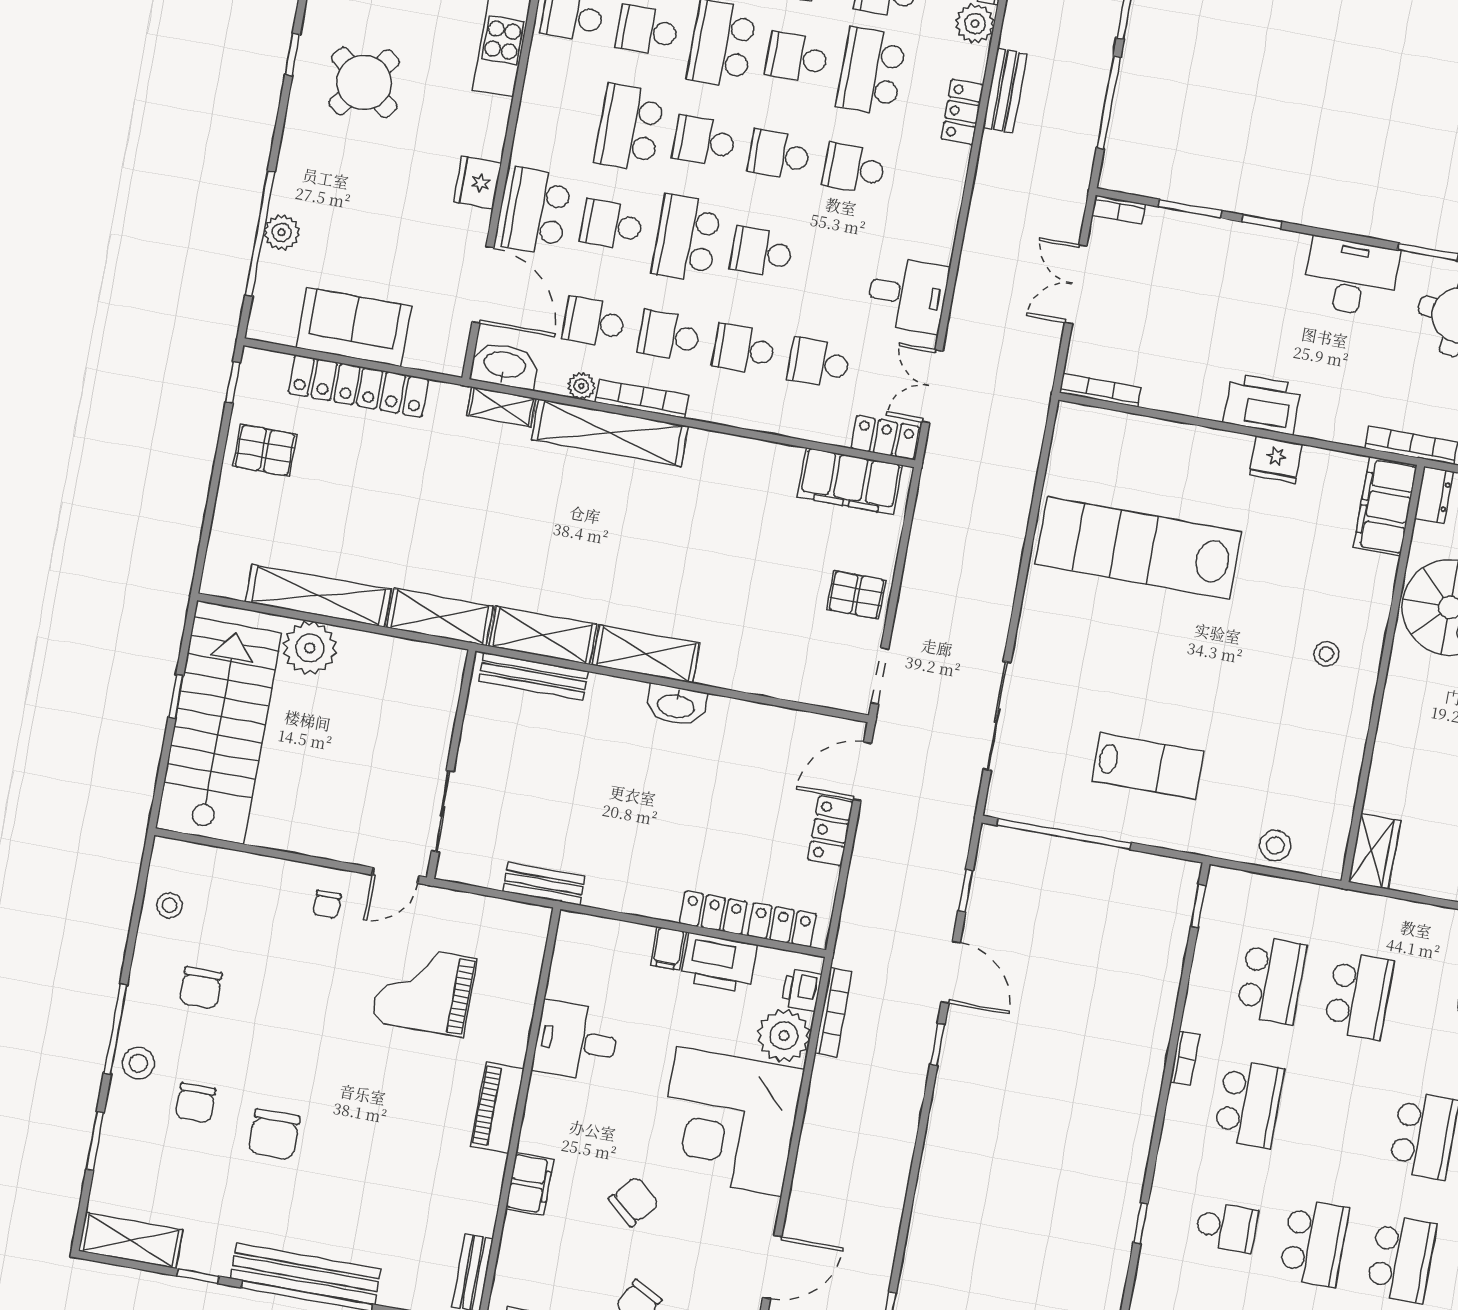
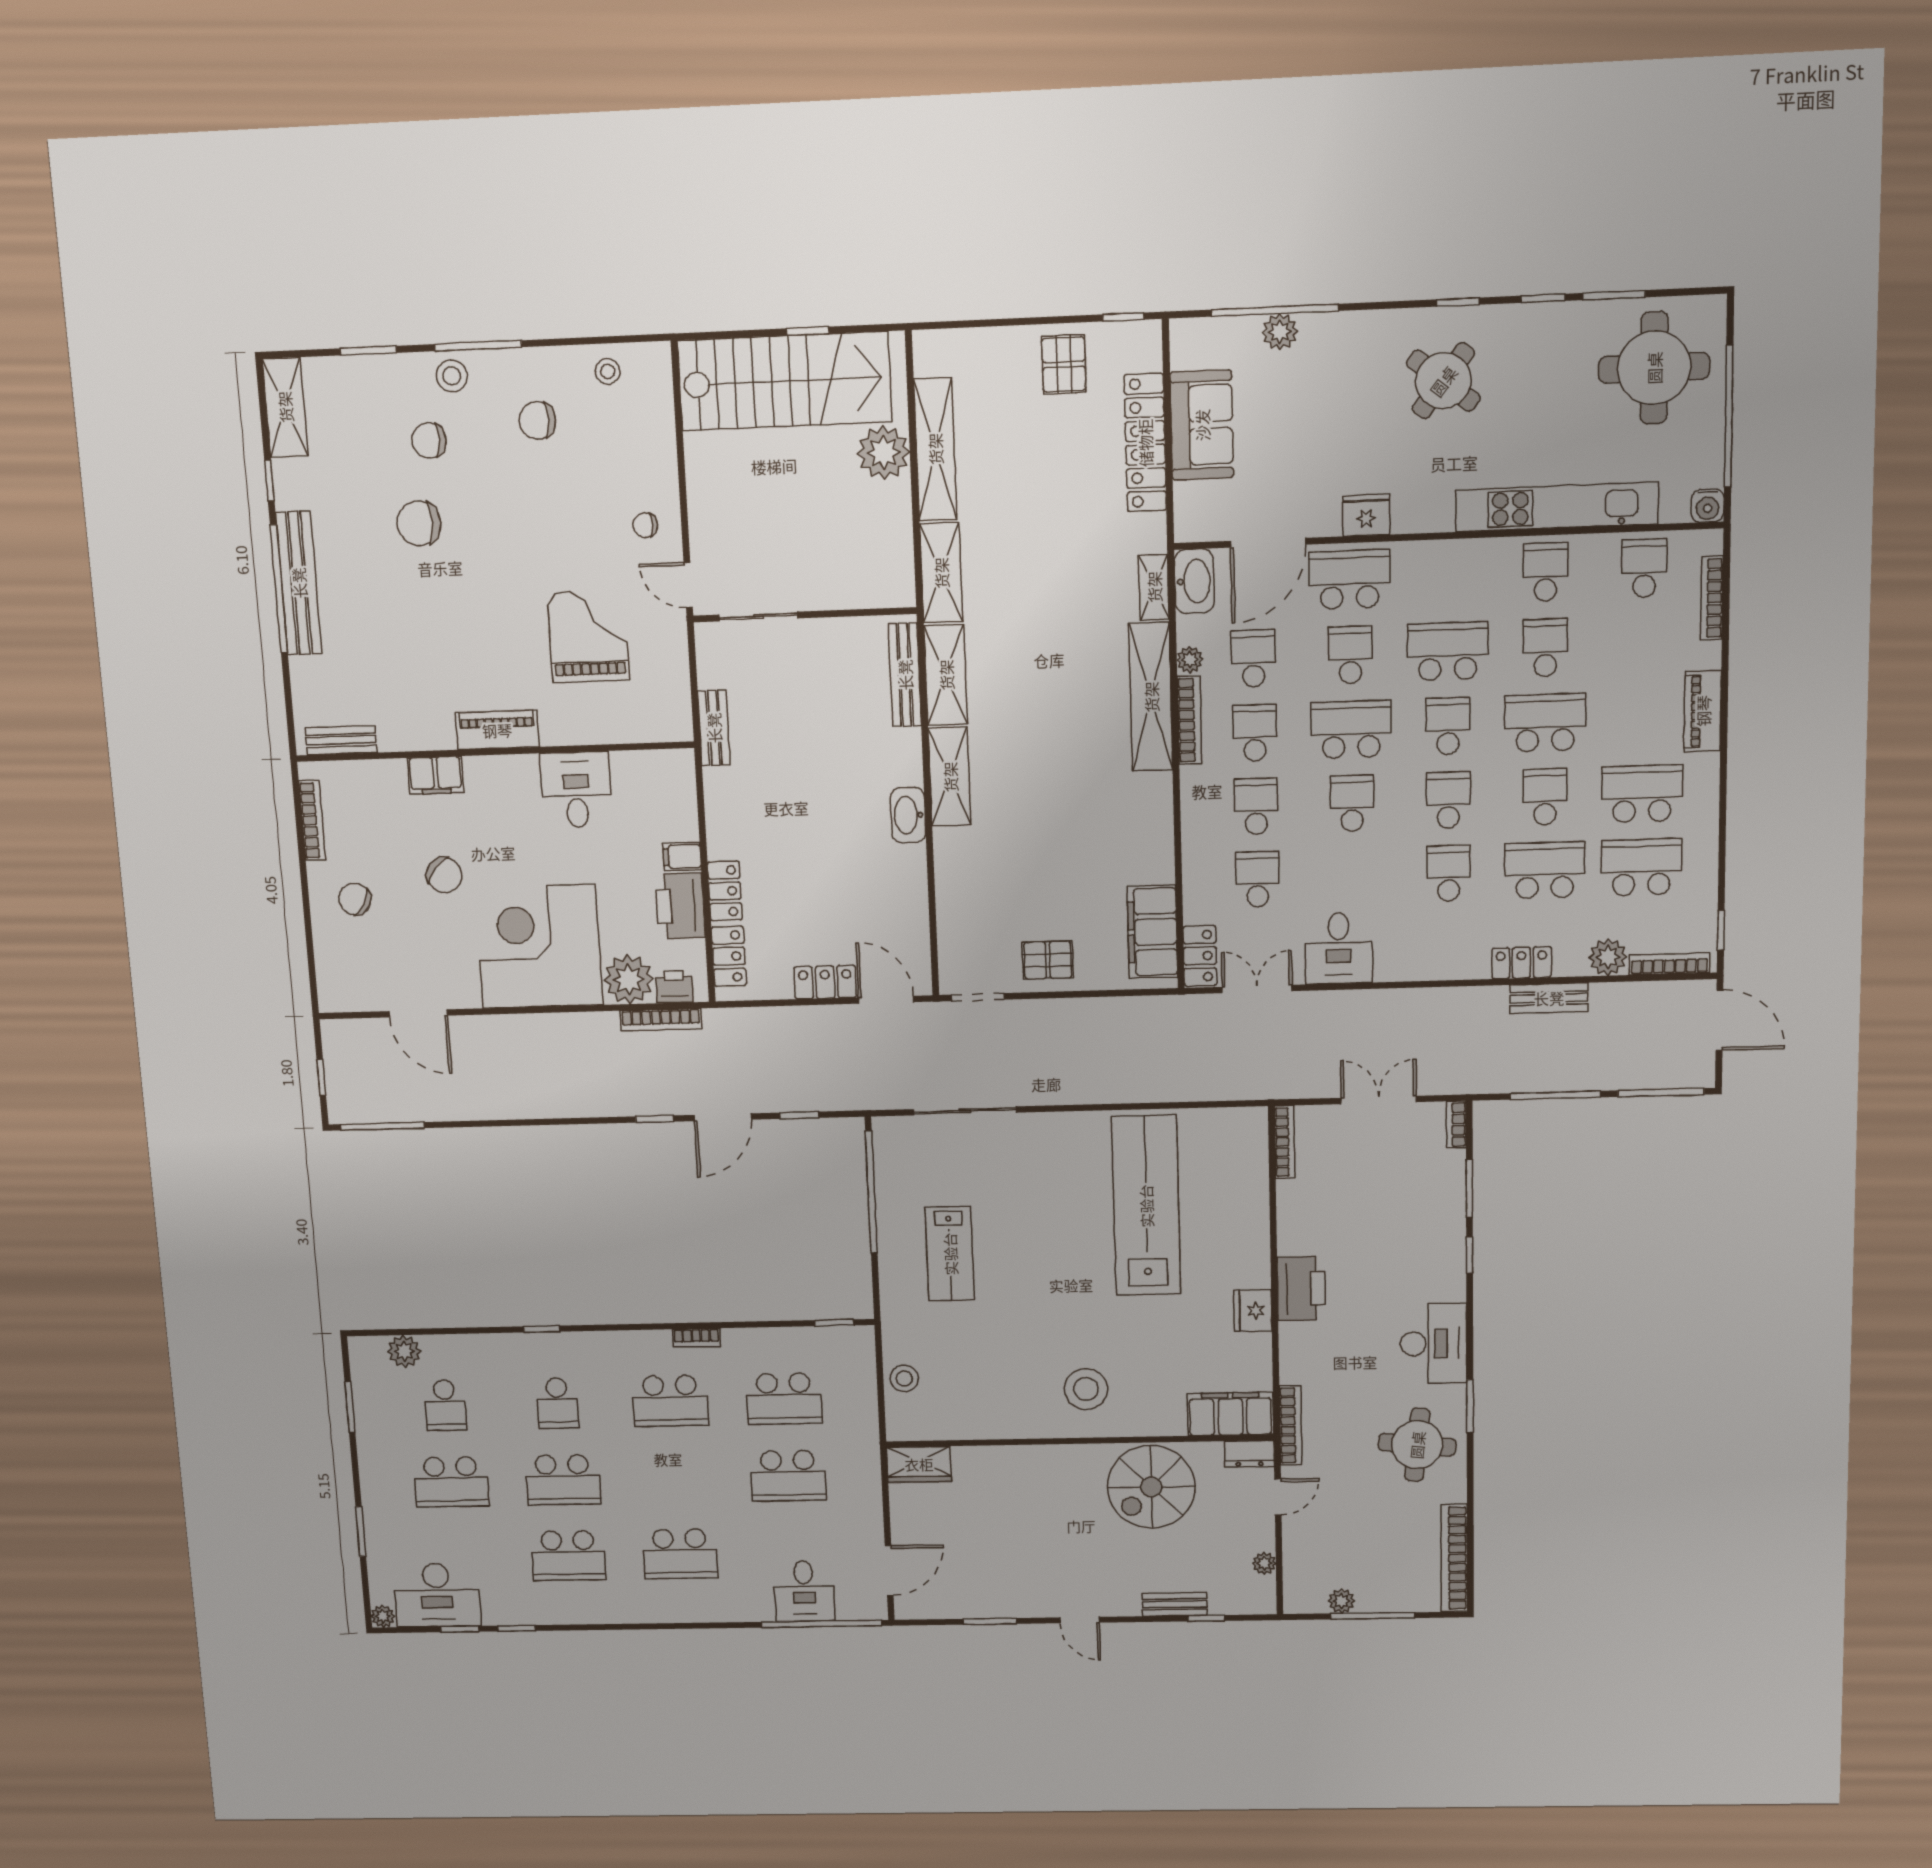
pallet: (856, 595) -> (1048, 960), turned 90
stool: (1326, 654) -> (1086, 1389), width x1.89, depth x1.89

